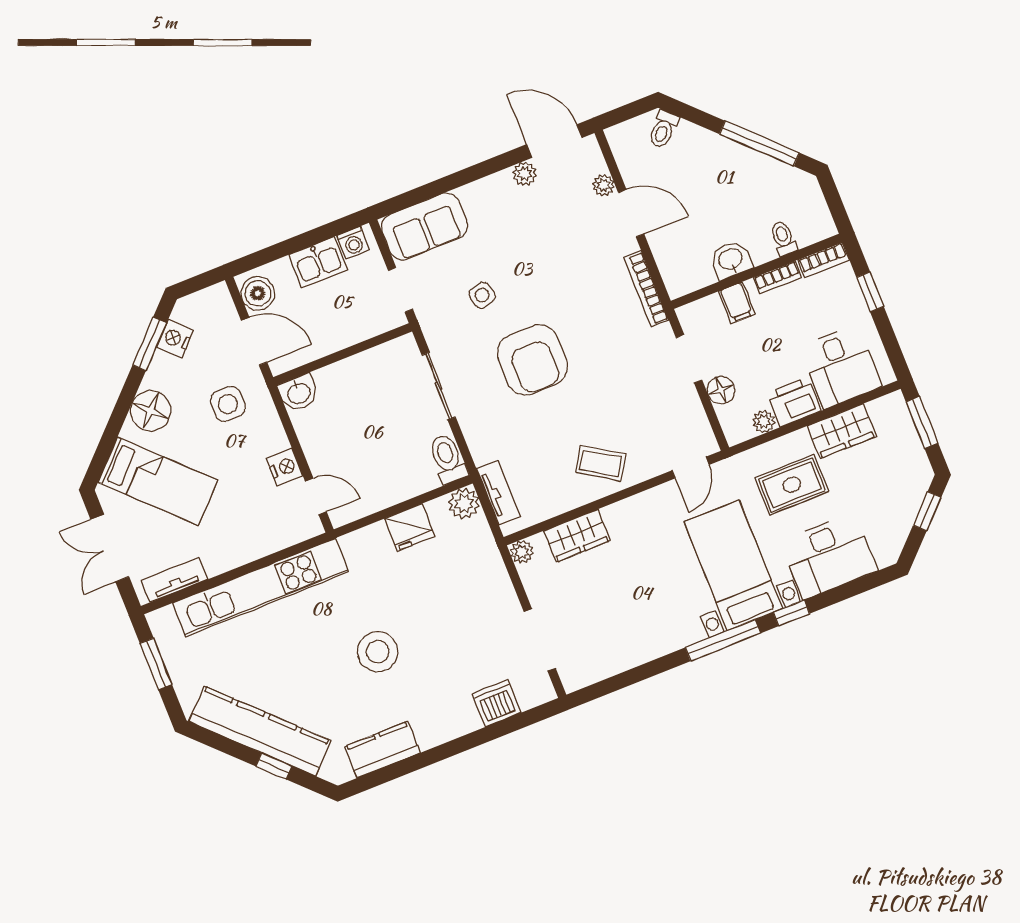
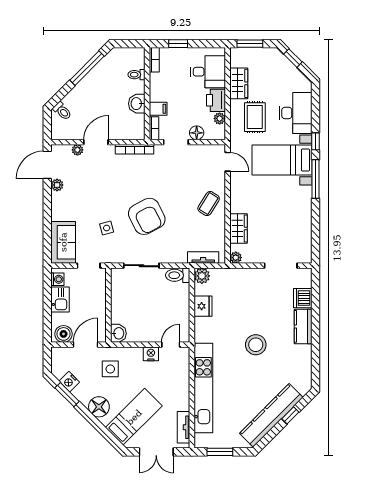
bookcase: (778, 278) -> (154, 128), moved
armchair: (532, 360) -> (147, 216), turned 63
kitchen counter: (382, 750) -> (303, 326), moved

